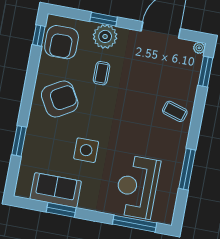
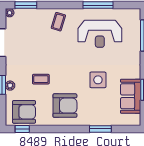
plant: (105, 36) -> (10, 86), width x0.53, depth x0.53
armchair: (60, 99) -> (65, 106), turned 120
reception desk: (137, 187) -> (100, 34), moved

